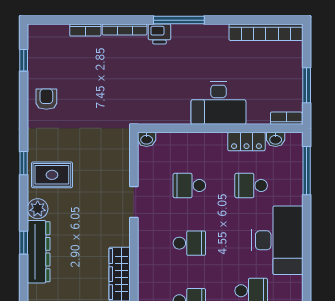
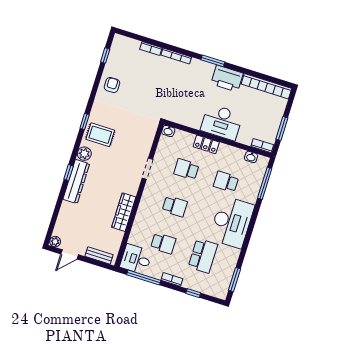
window: (179, 20) -> (213, 61), width x0.69
printer: (159, 34) -> (227, 79), moved, width x1.87, depth x1.48
locker: (246, 141) -> (206, 144), moved

